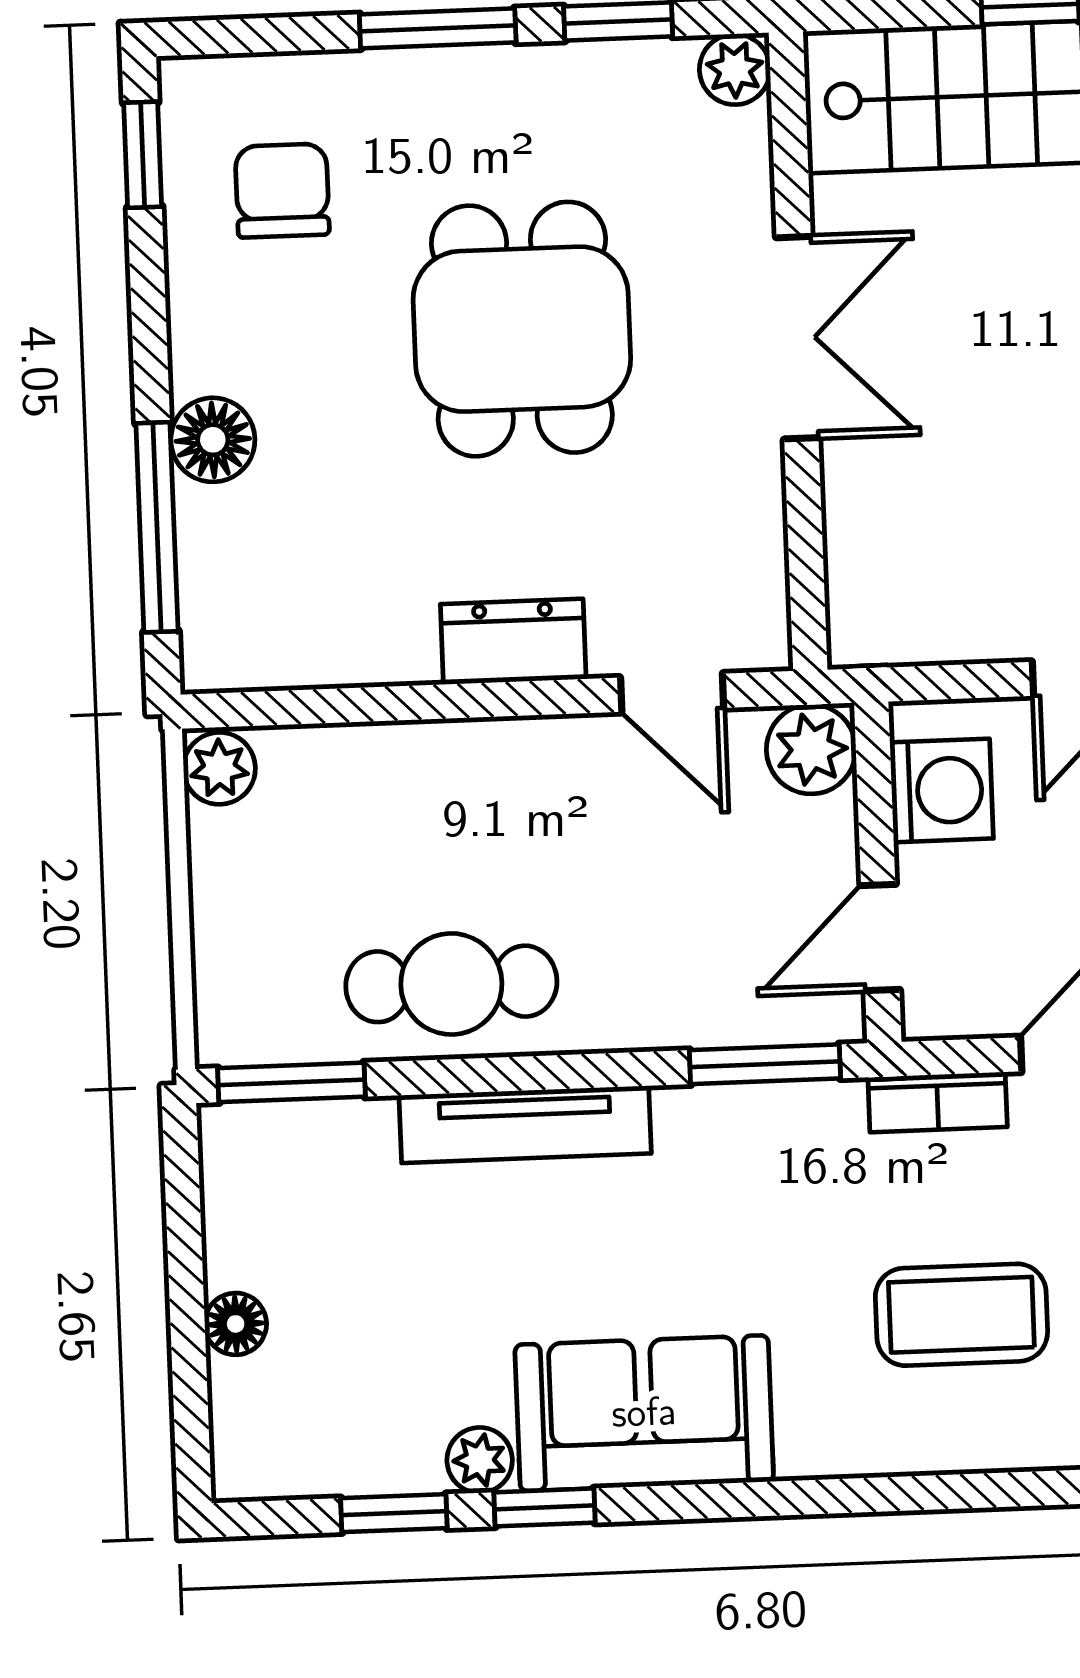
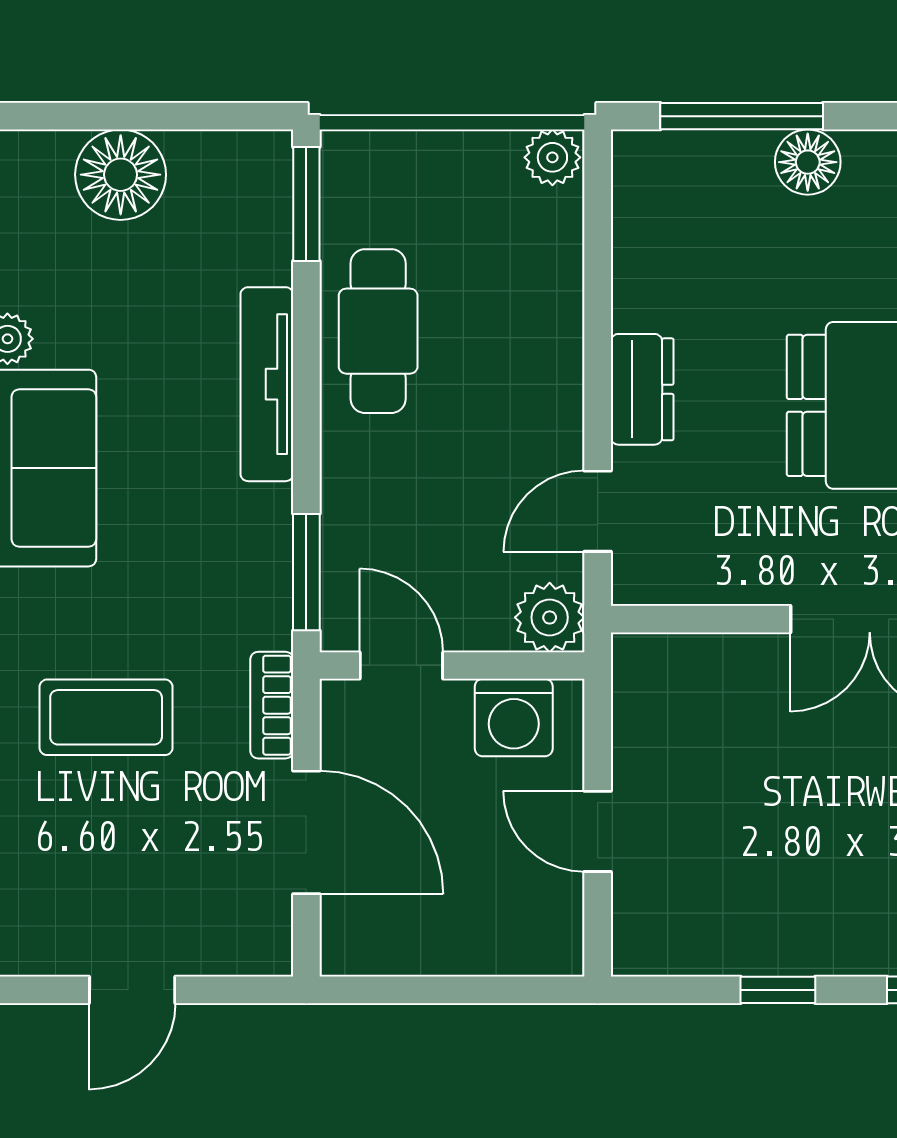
coffee table: (961, 1315) -> (106, 717), turned 90
floor lamp: (236, 1324) -> (121, 175), width x1.89, depth x1.89

